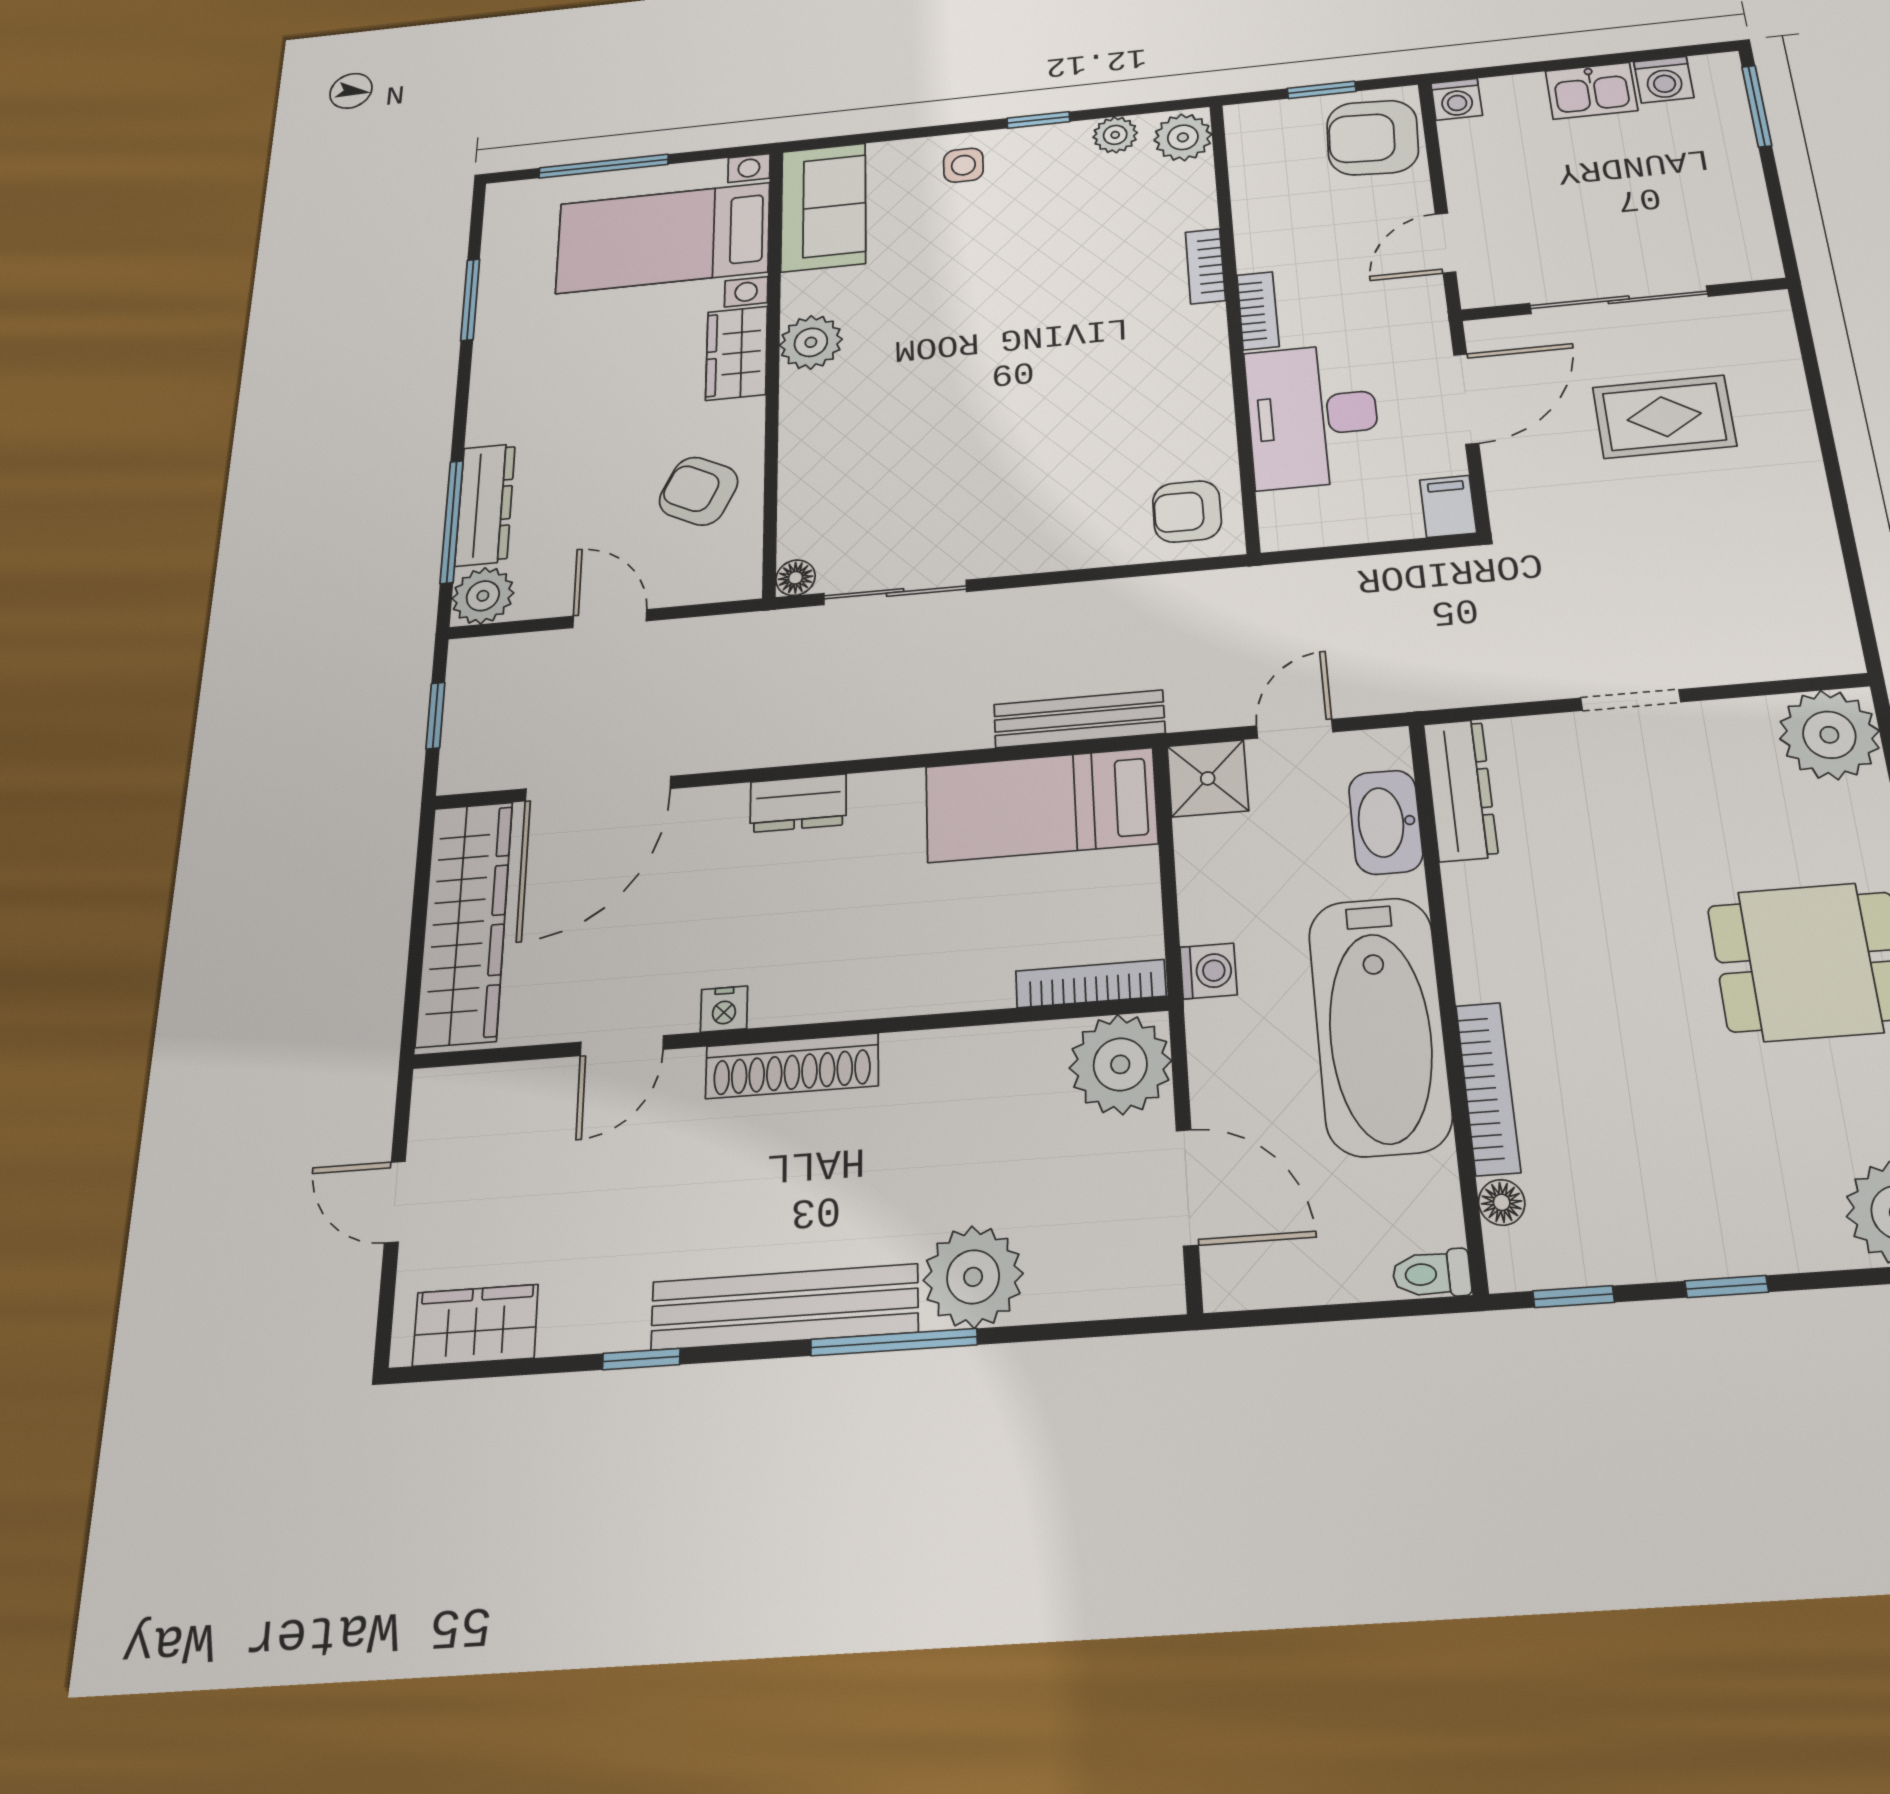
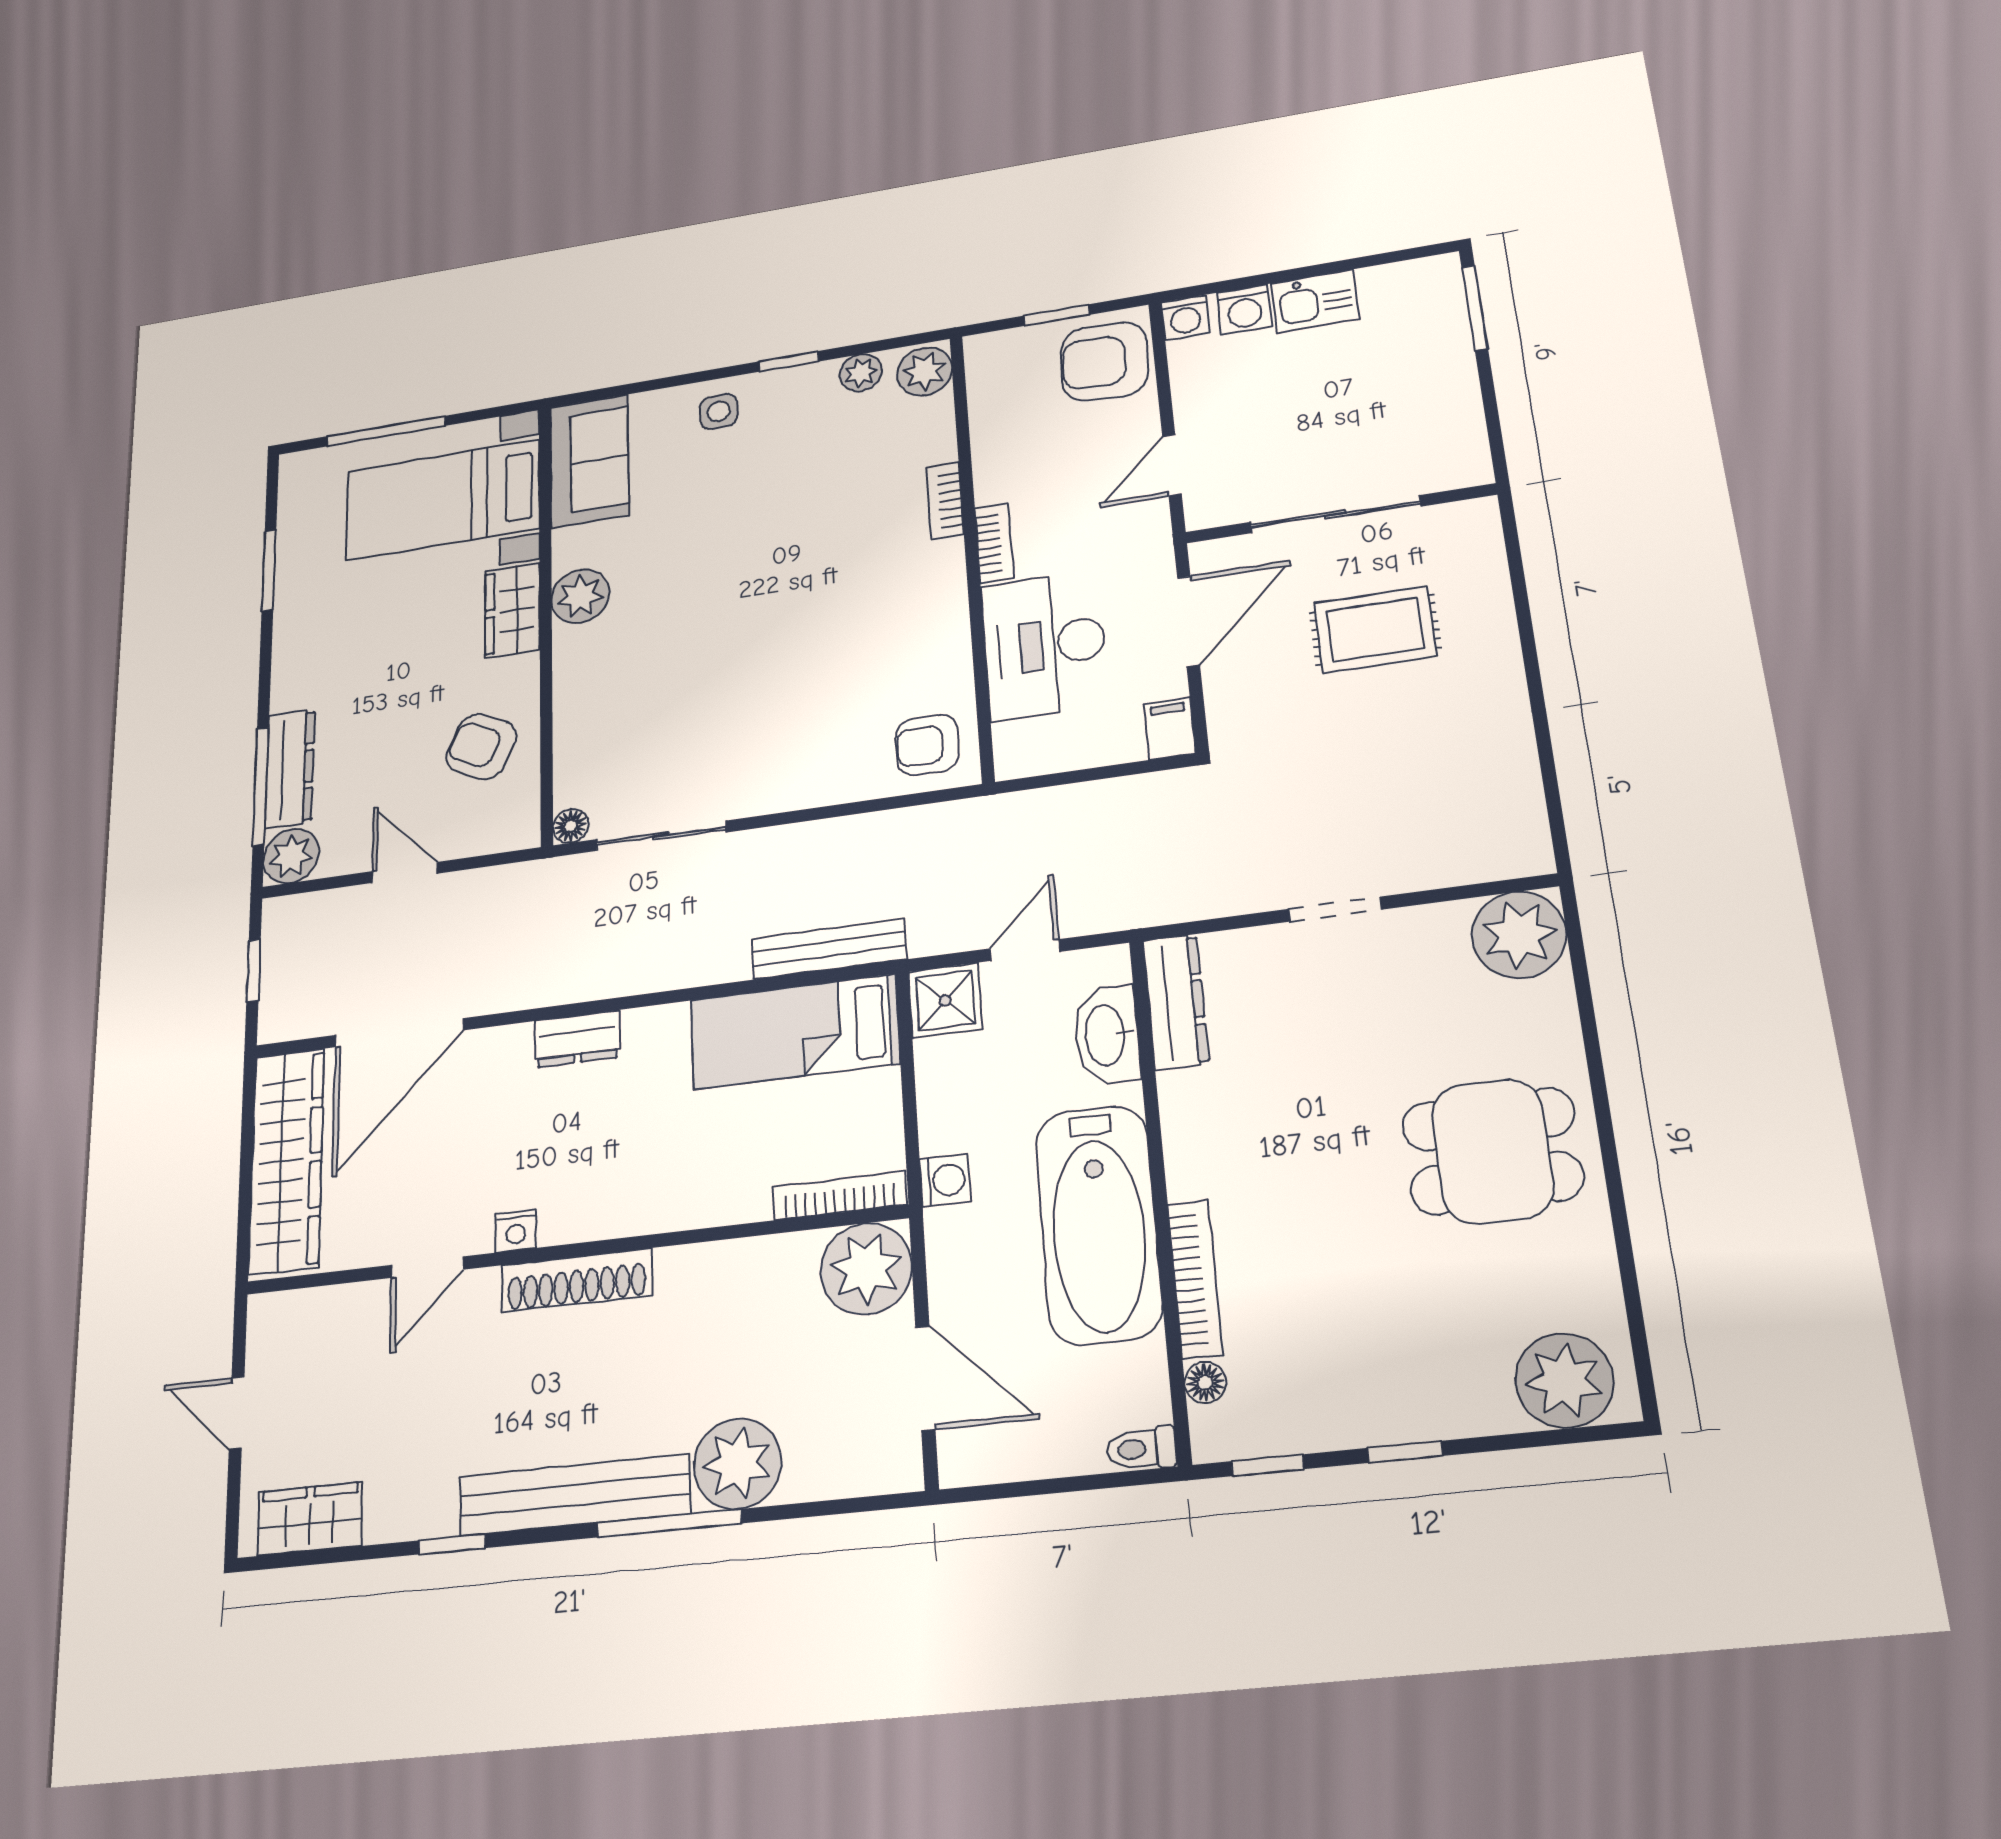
washing machine: (1664, 80) -> (1245, 310), moved

